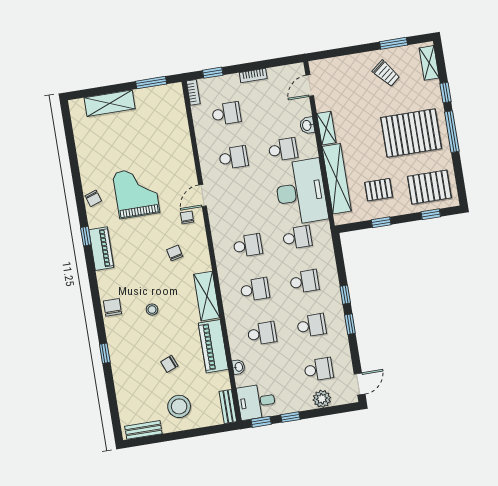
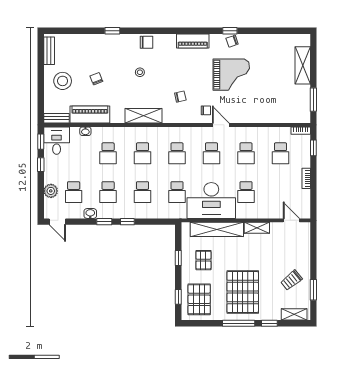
washbasin: (307, 125) -> (90, 213), moved
school desk: (241, 201) -> (212, 153), added
window: (86, 236) -> (230, 31), moved
piano: (213, 346) -> (90, 115), moved

